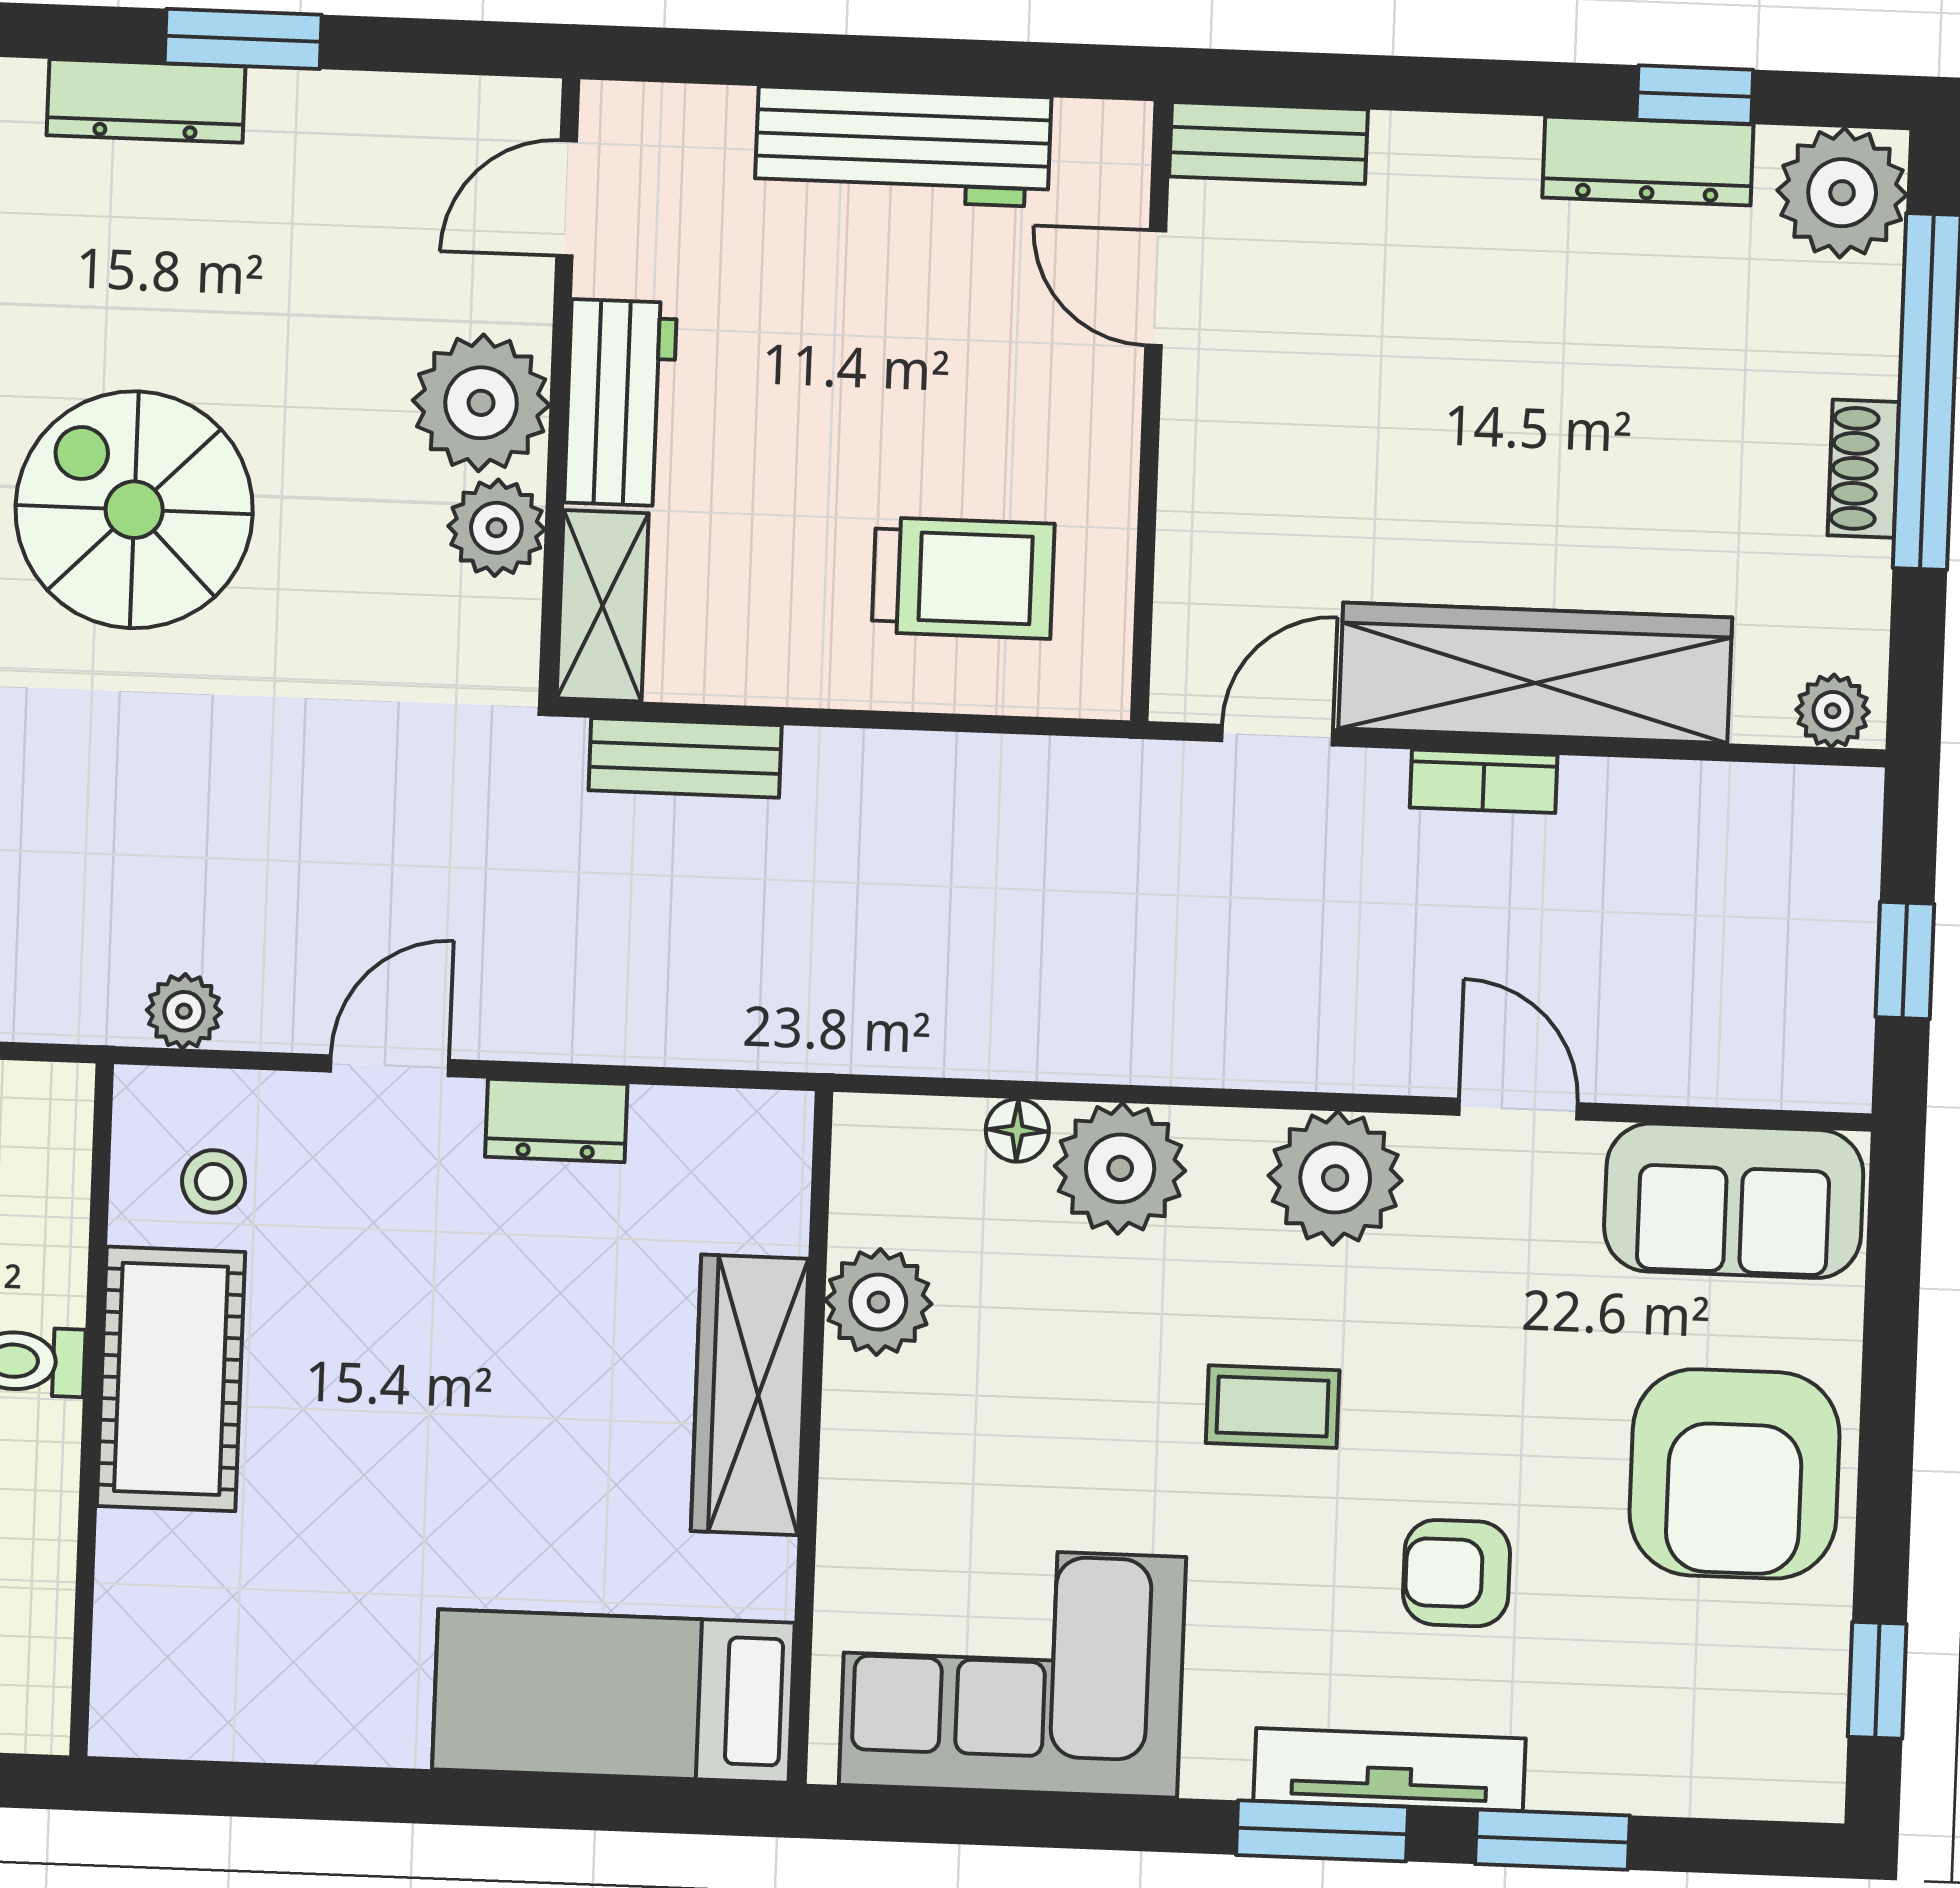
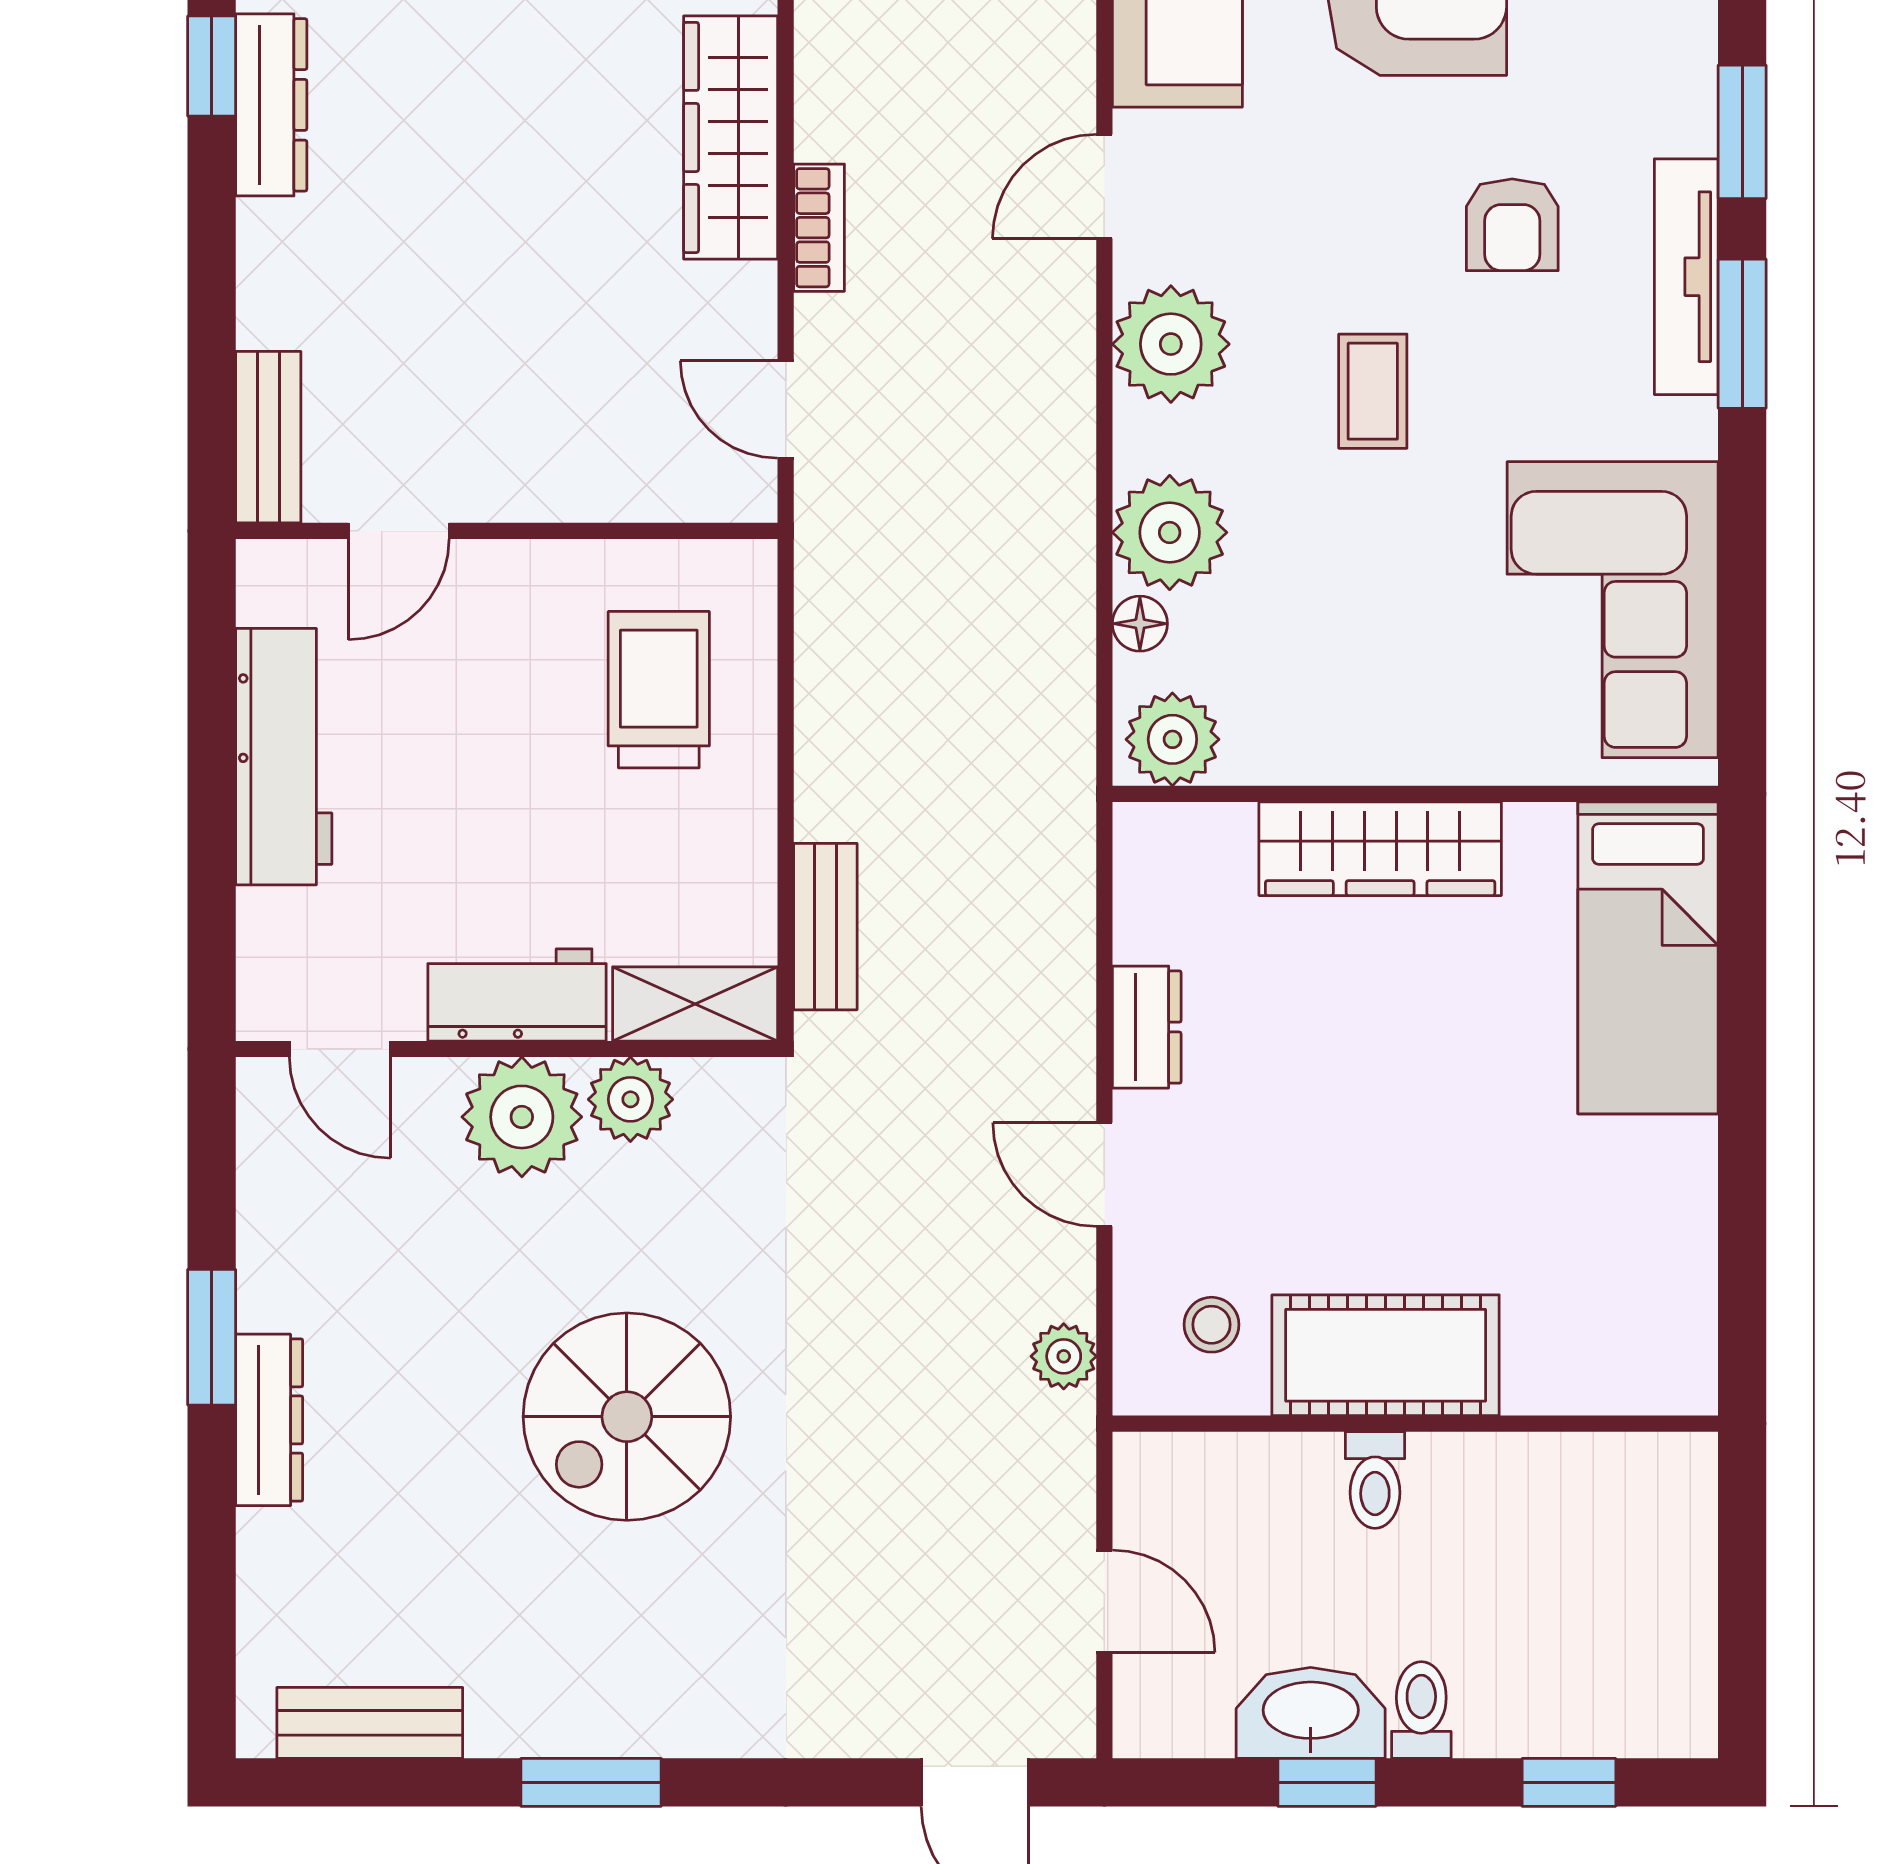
wardrobe: (1535, 673) -> (731, 137), width x0.71, depth x0.85
plant: (878, 1302) -> (1172, 739), moved

